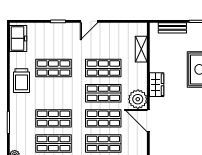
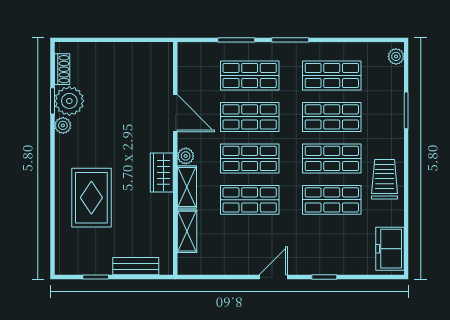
shelving: (141, 76) -> (187, 187), added
shop shelf: (53, 93) -> (332, 158), added
plant: (138, 99) -> (186, 156), width x0.53, depth x0.53

